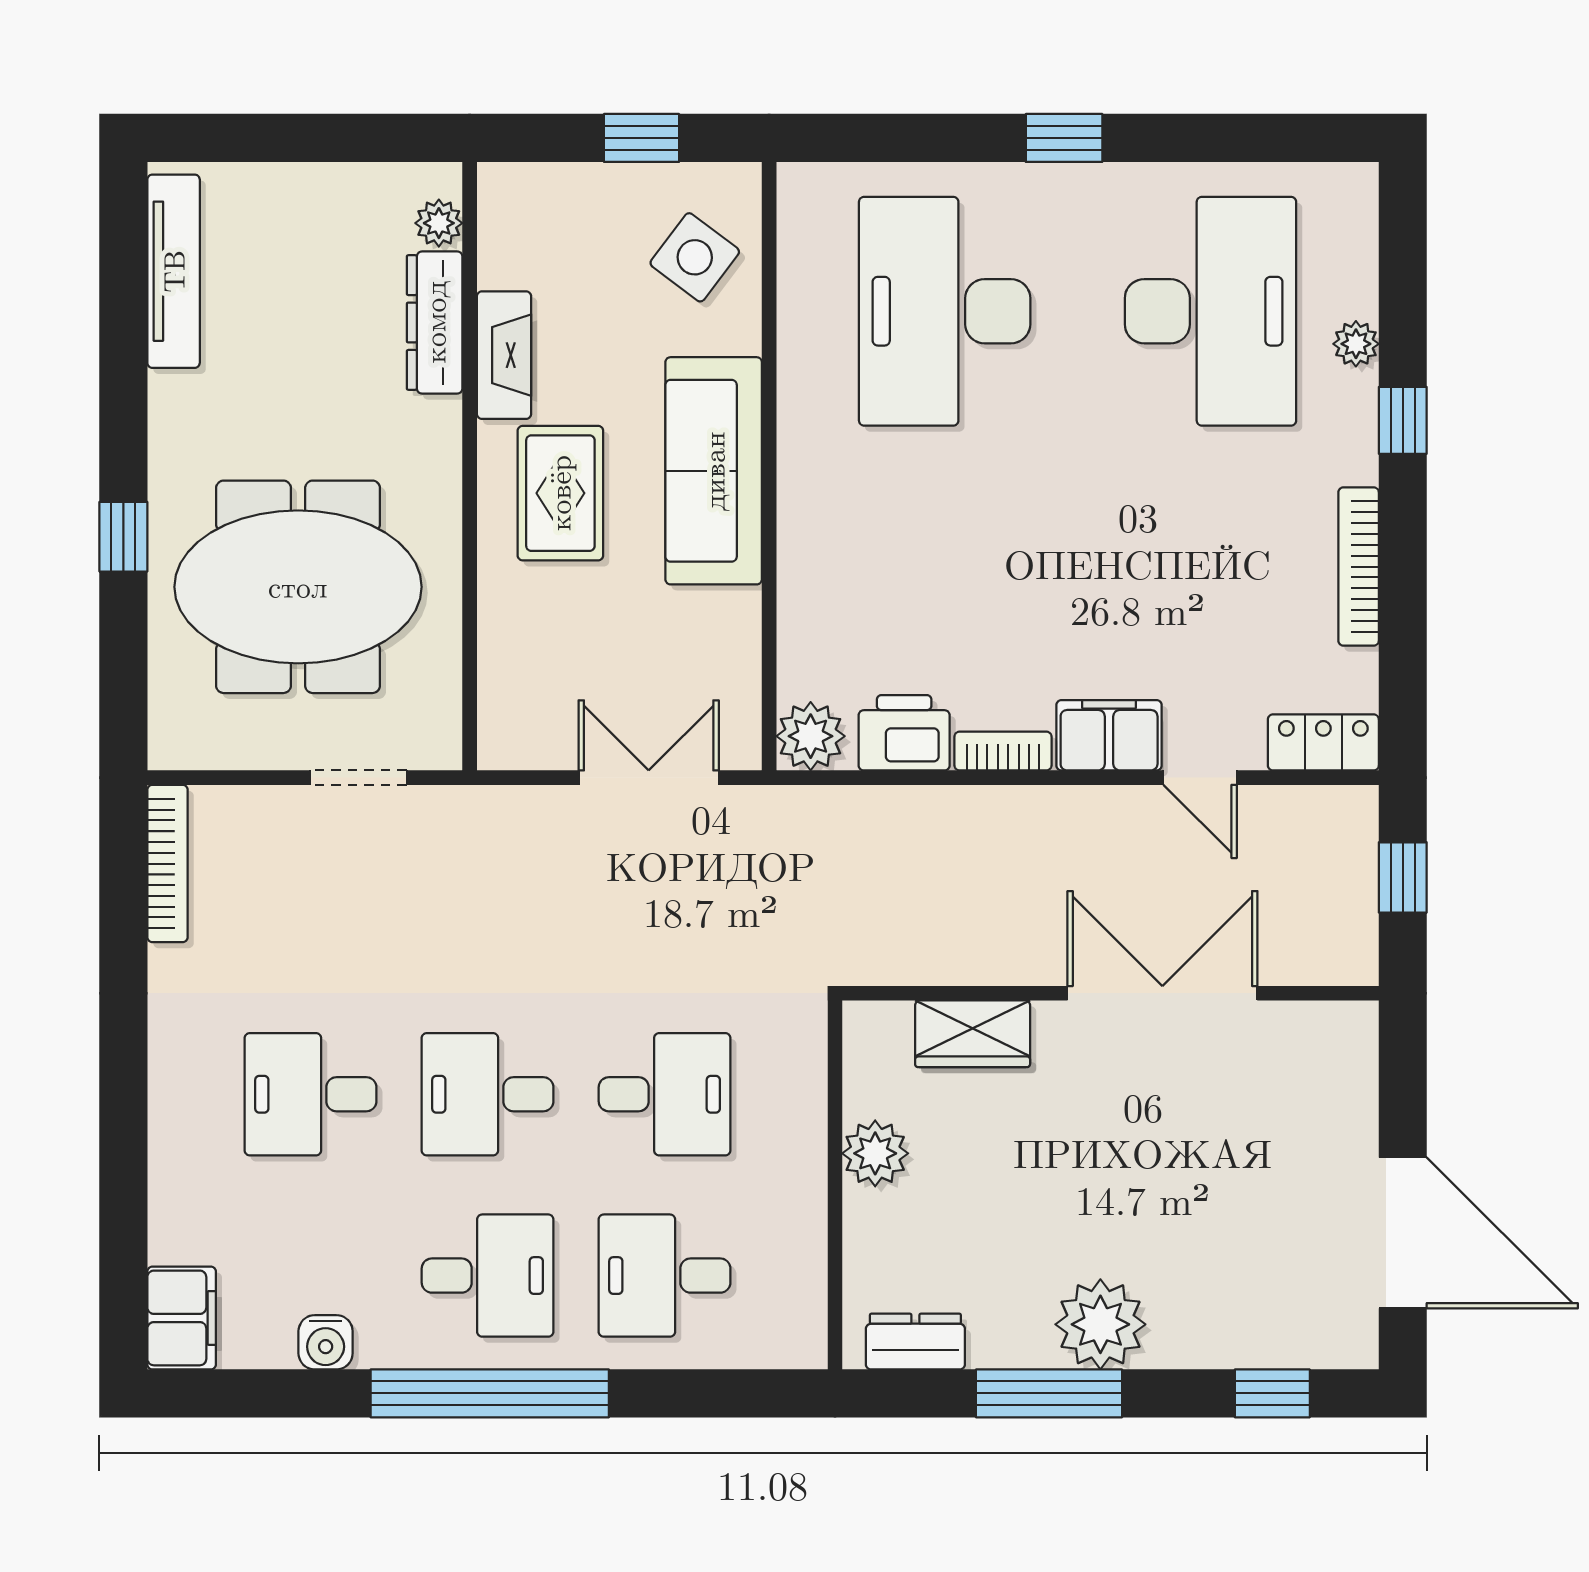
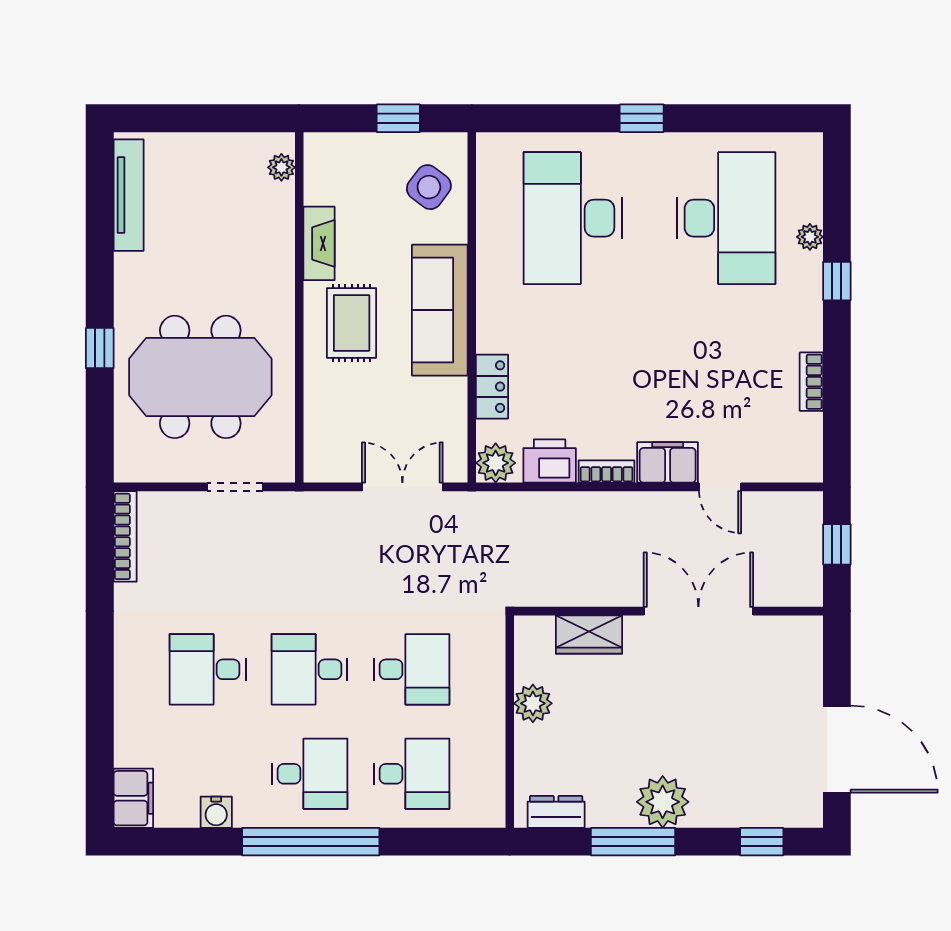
dresser: (435, 322) -> (279, 225), removed
bookcase: (1359, 567) -> (811, 382), width x0.64
locker: (1323, 742) -> (492, 387), moved, turned 90
desk: (665, 1276) -> (412, 774), turned 180

